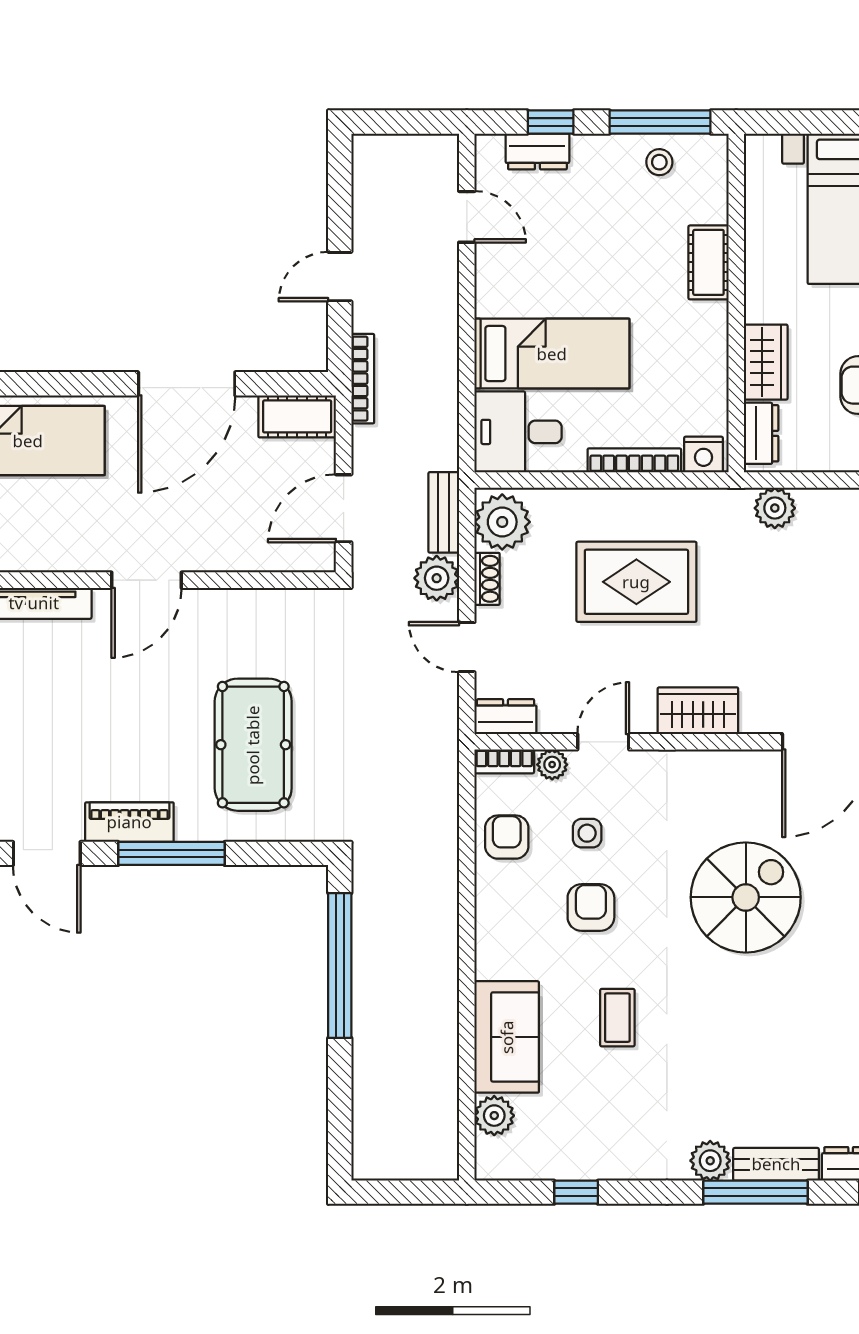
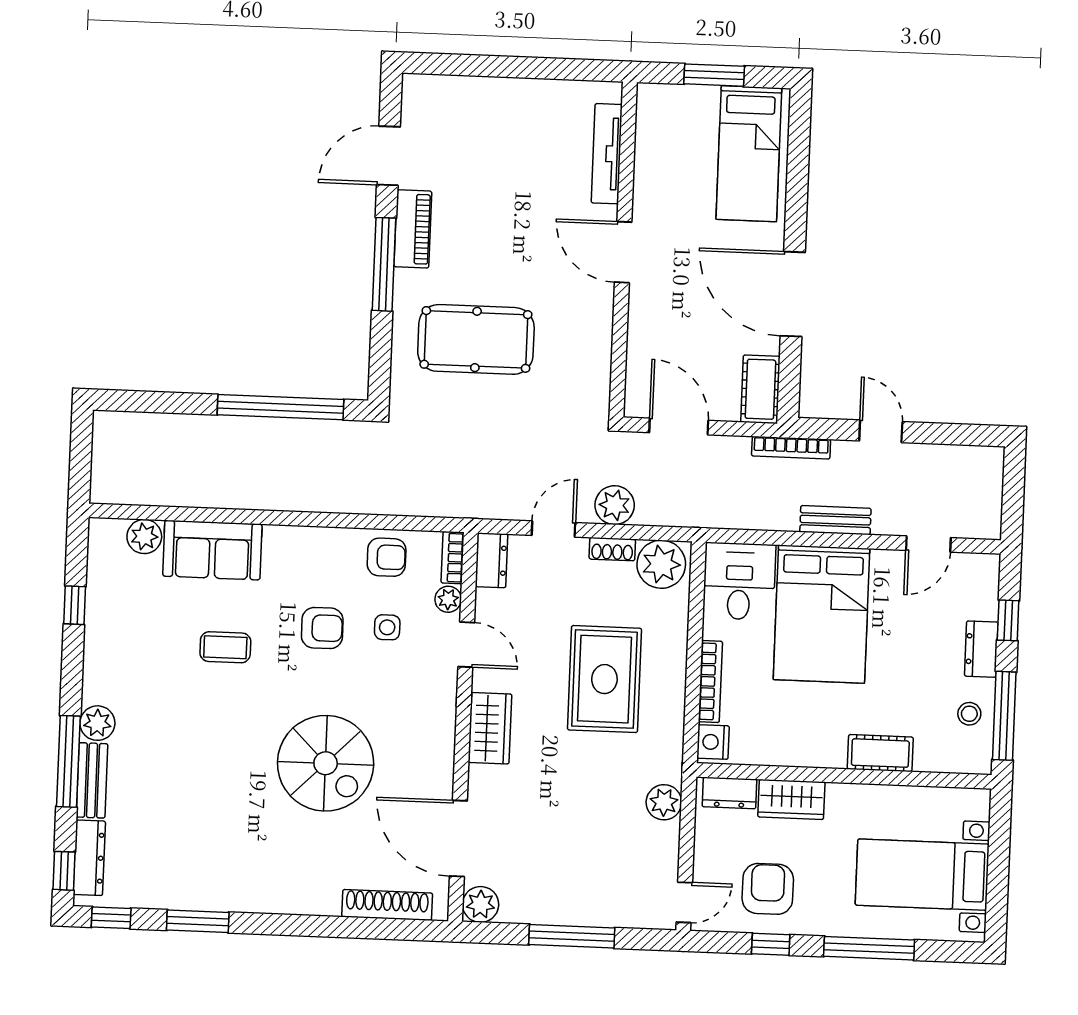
dresser: (537, 151) -> (981, 649), moved
bed: (552, 354) -> (822, 614), width x1.50
bench: (444, 512) -> (835, 520), moved

